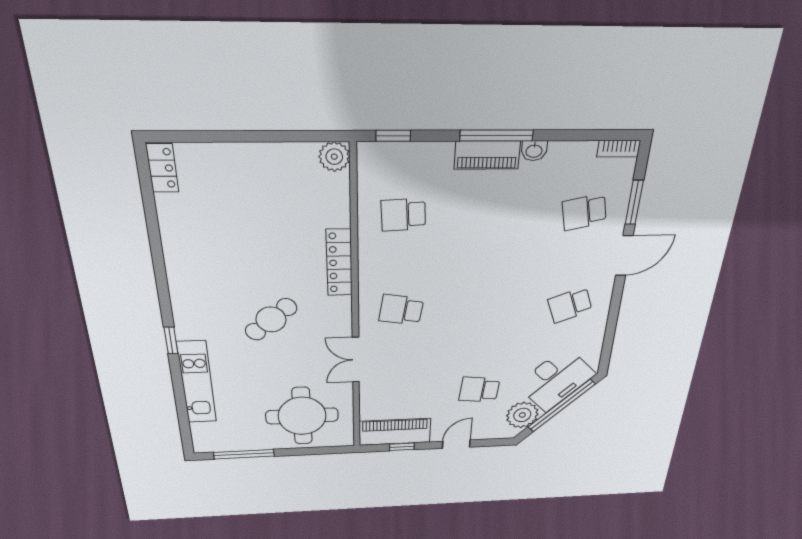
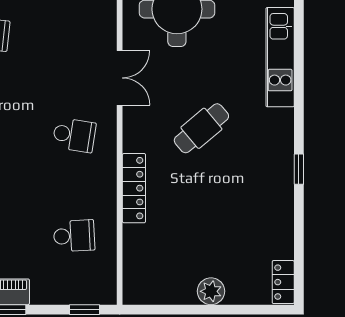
plant: (334, 157) -> (211, 291), moved
window: (171, 340) -> (299, 169), moved

